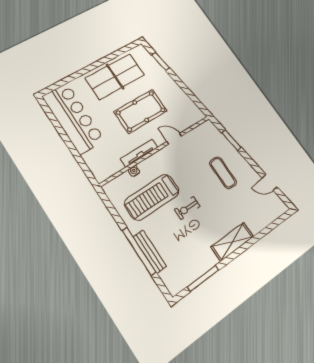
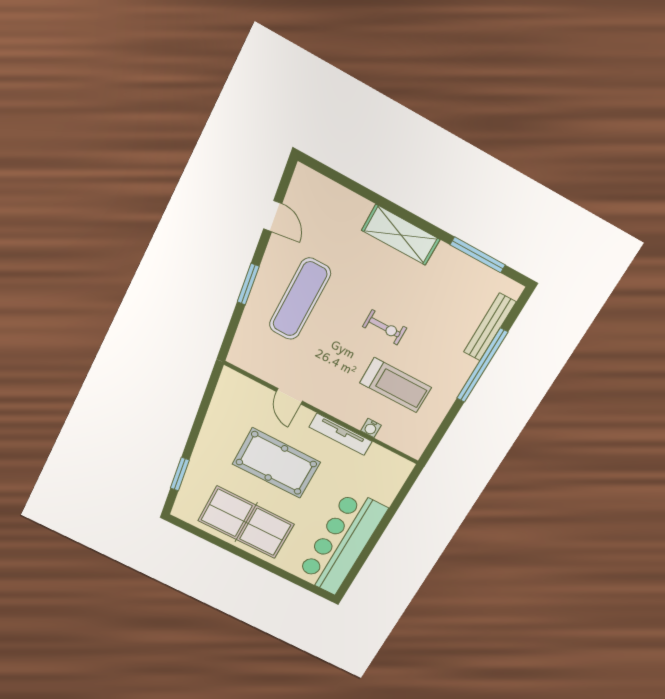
window: (231, 140) -> (248, 284), moved
exercise mat: (223, 173) -> (300, 299), width x1.36, depth x1.45
treadmill: (152, 197) -> (396, 385), width x0.73, depth x0.73
bench: (150, 252) -> (490, 327), moved

